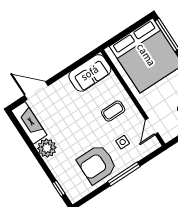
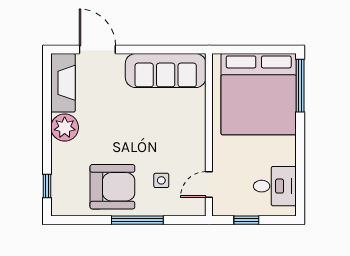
sofa: (90, 73) -> (166, 71), width x1.36
coffee table: (113, 111) -> (174, 135), removed
armchair: (97, 164) -> (112, 187), turned 180

